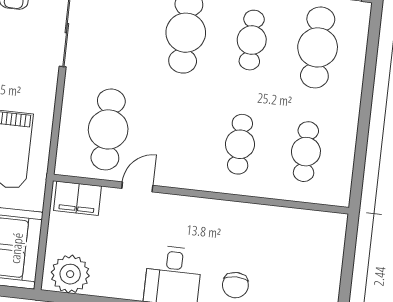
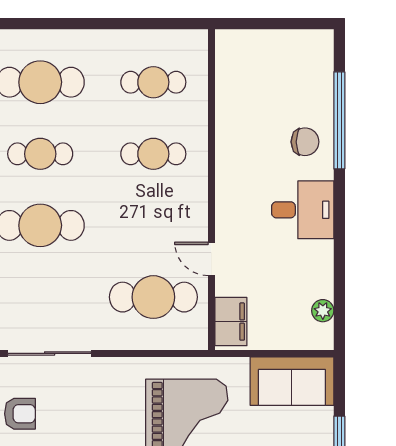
plant: (70, 274) -> (323, 311), width x0.53, depth x0.53

